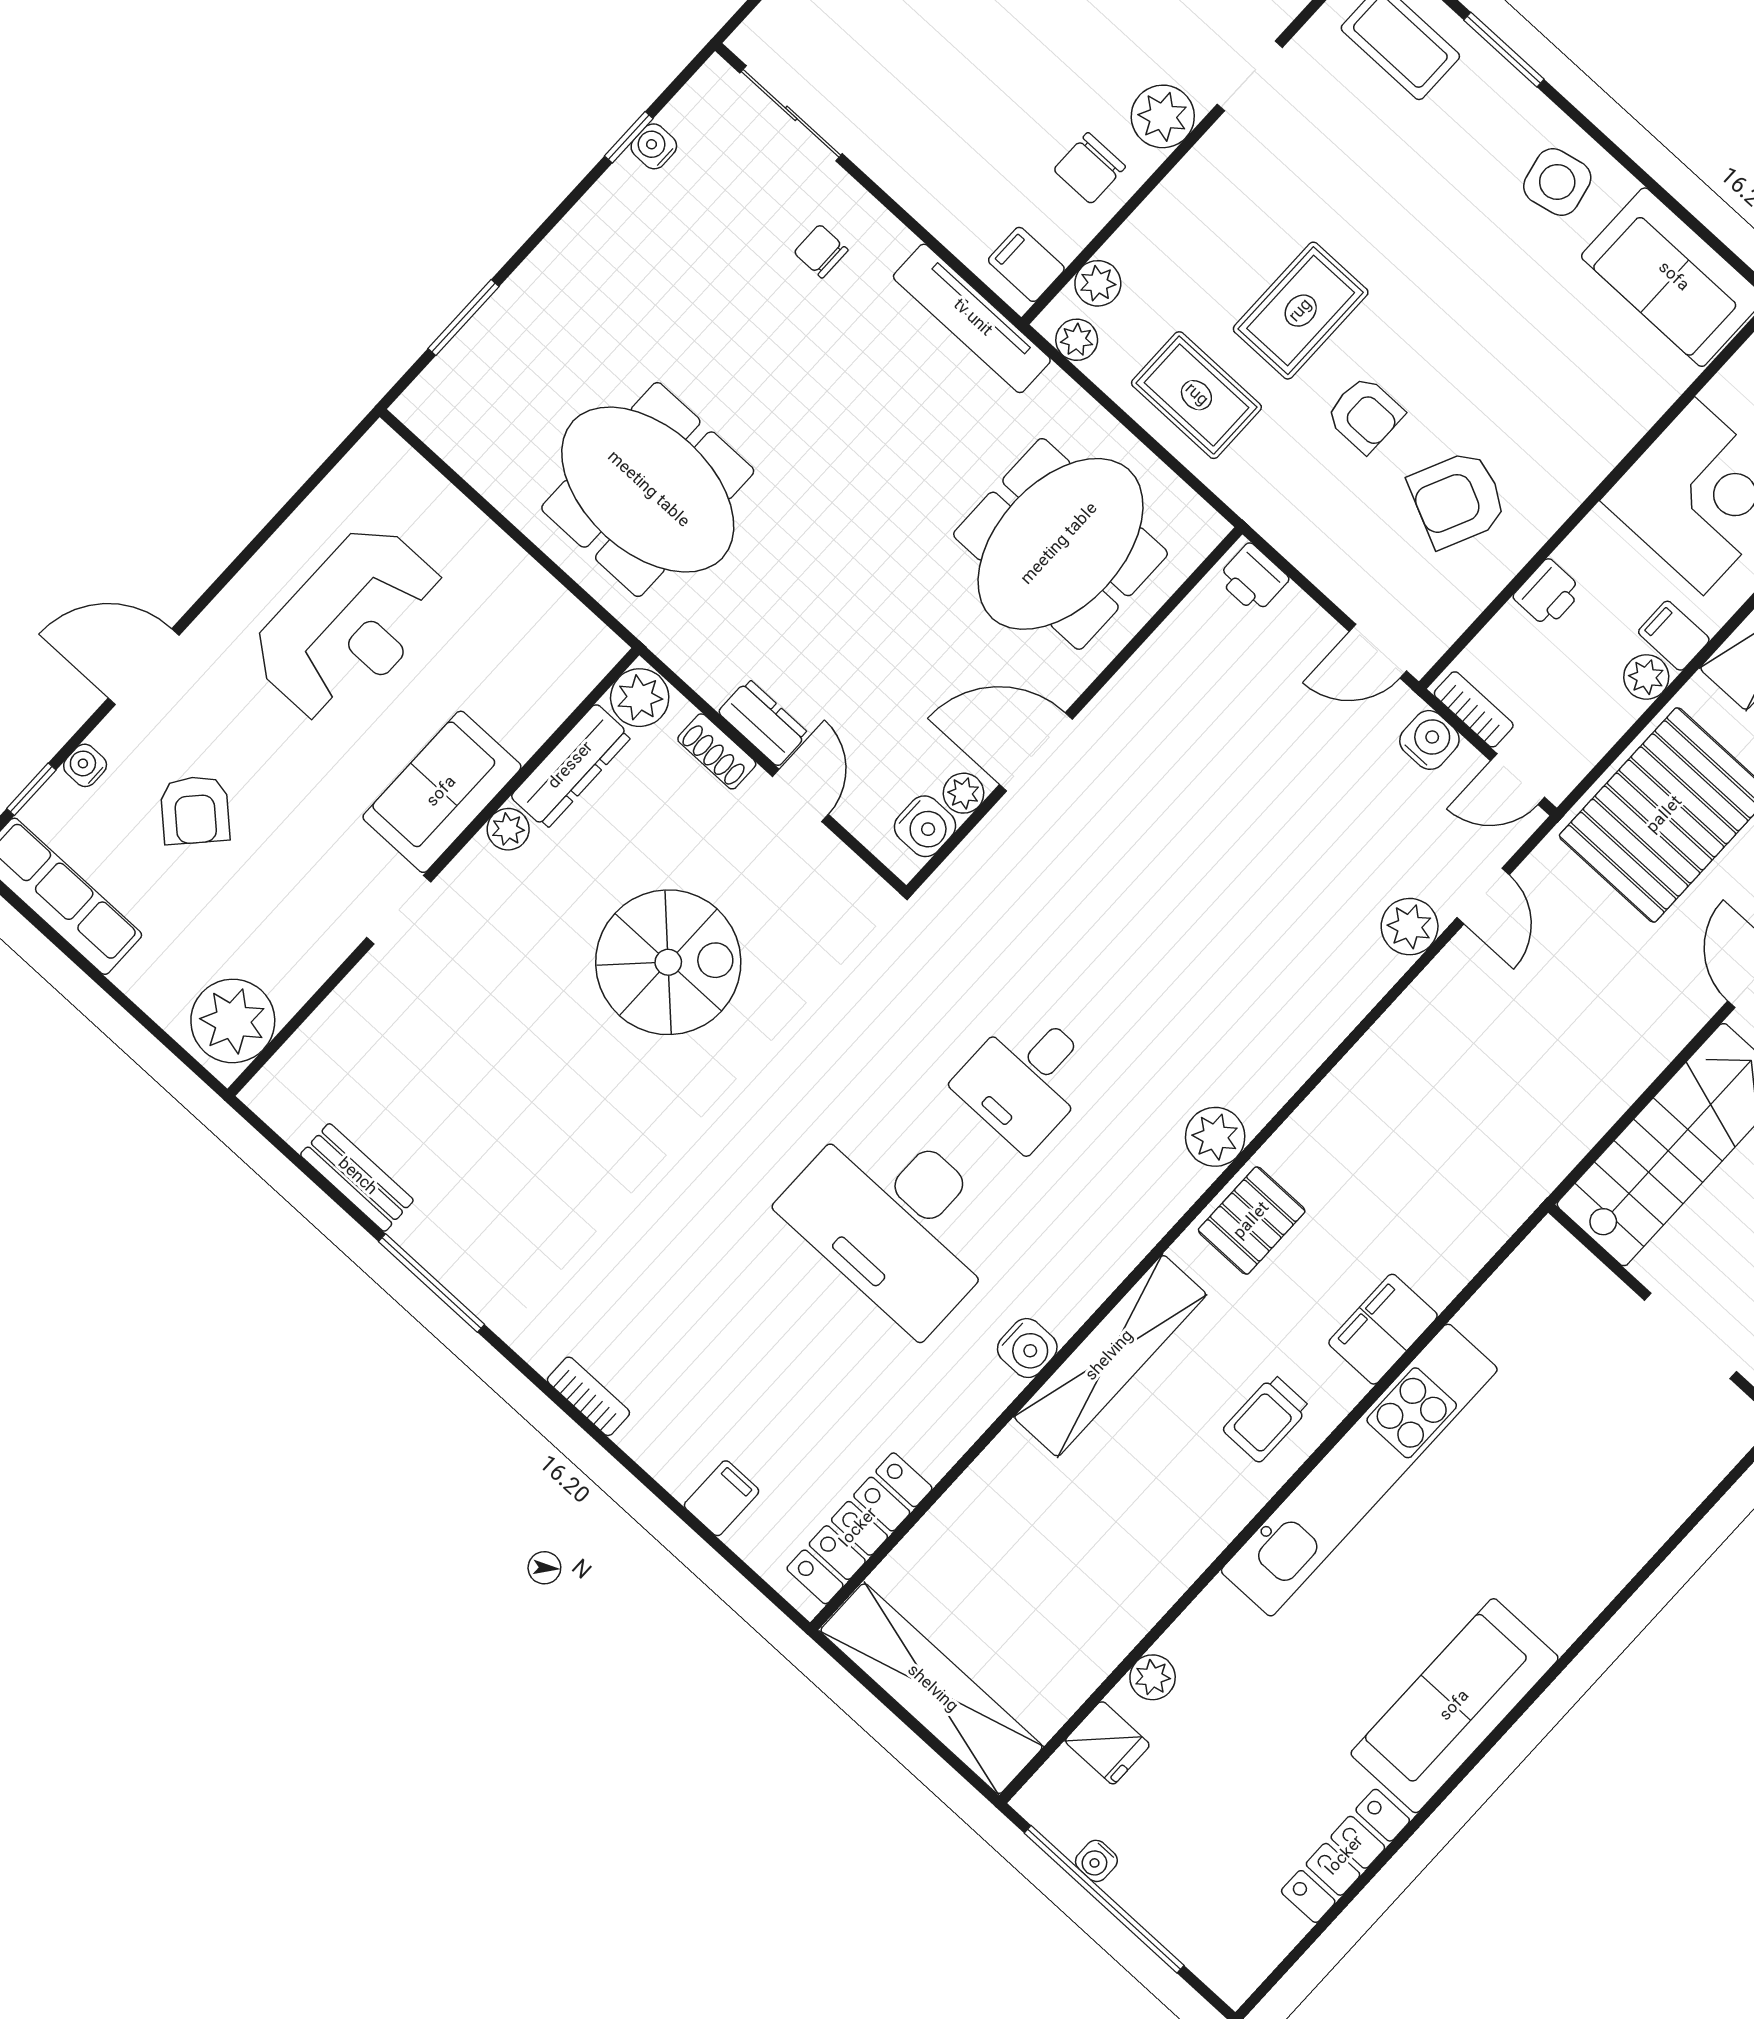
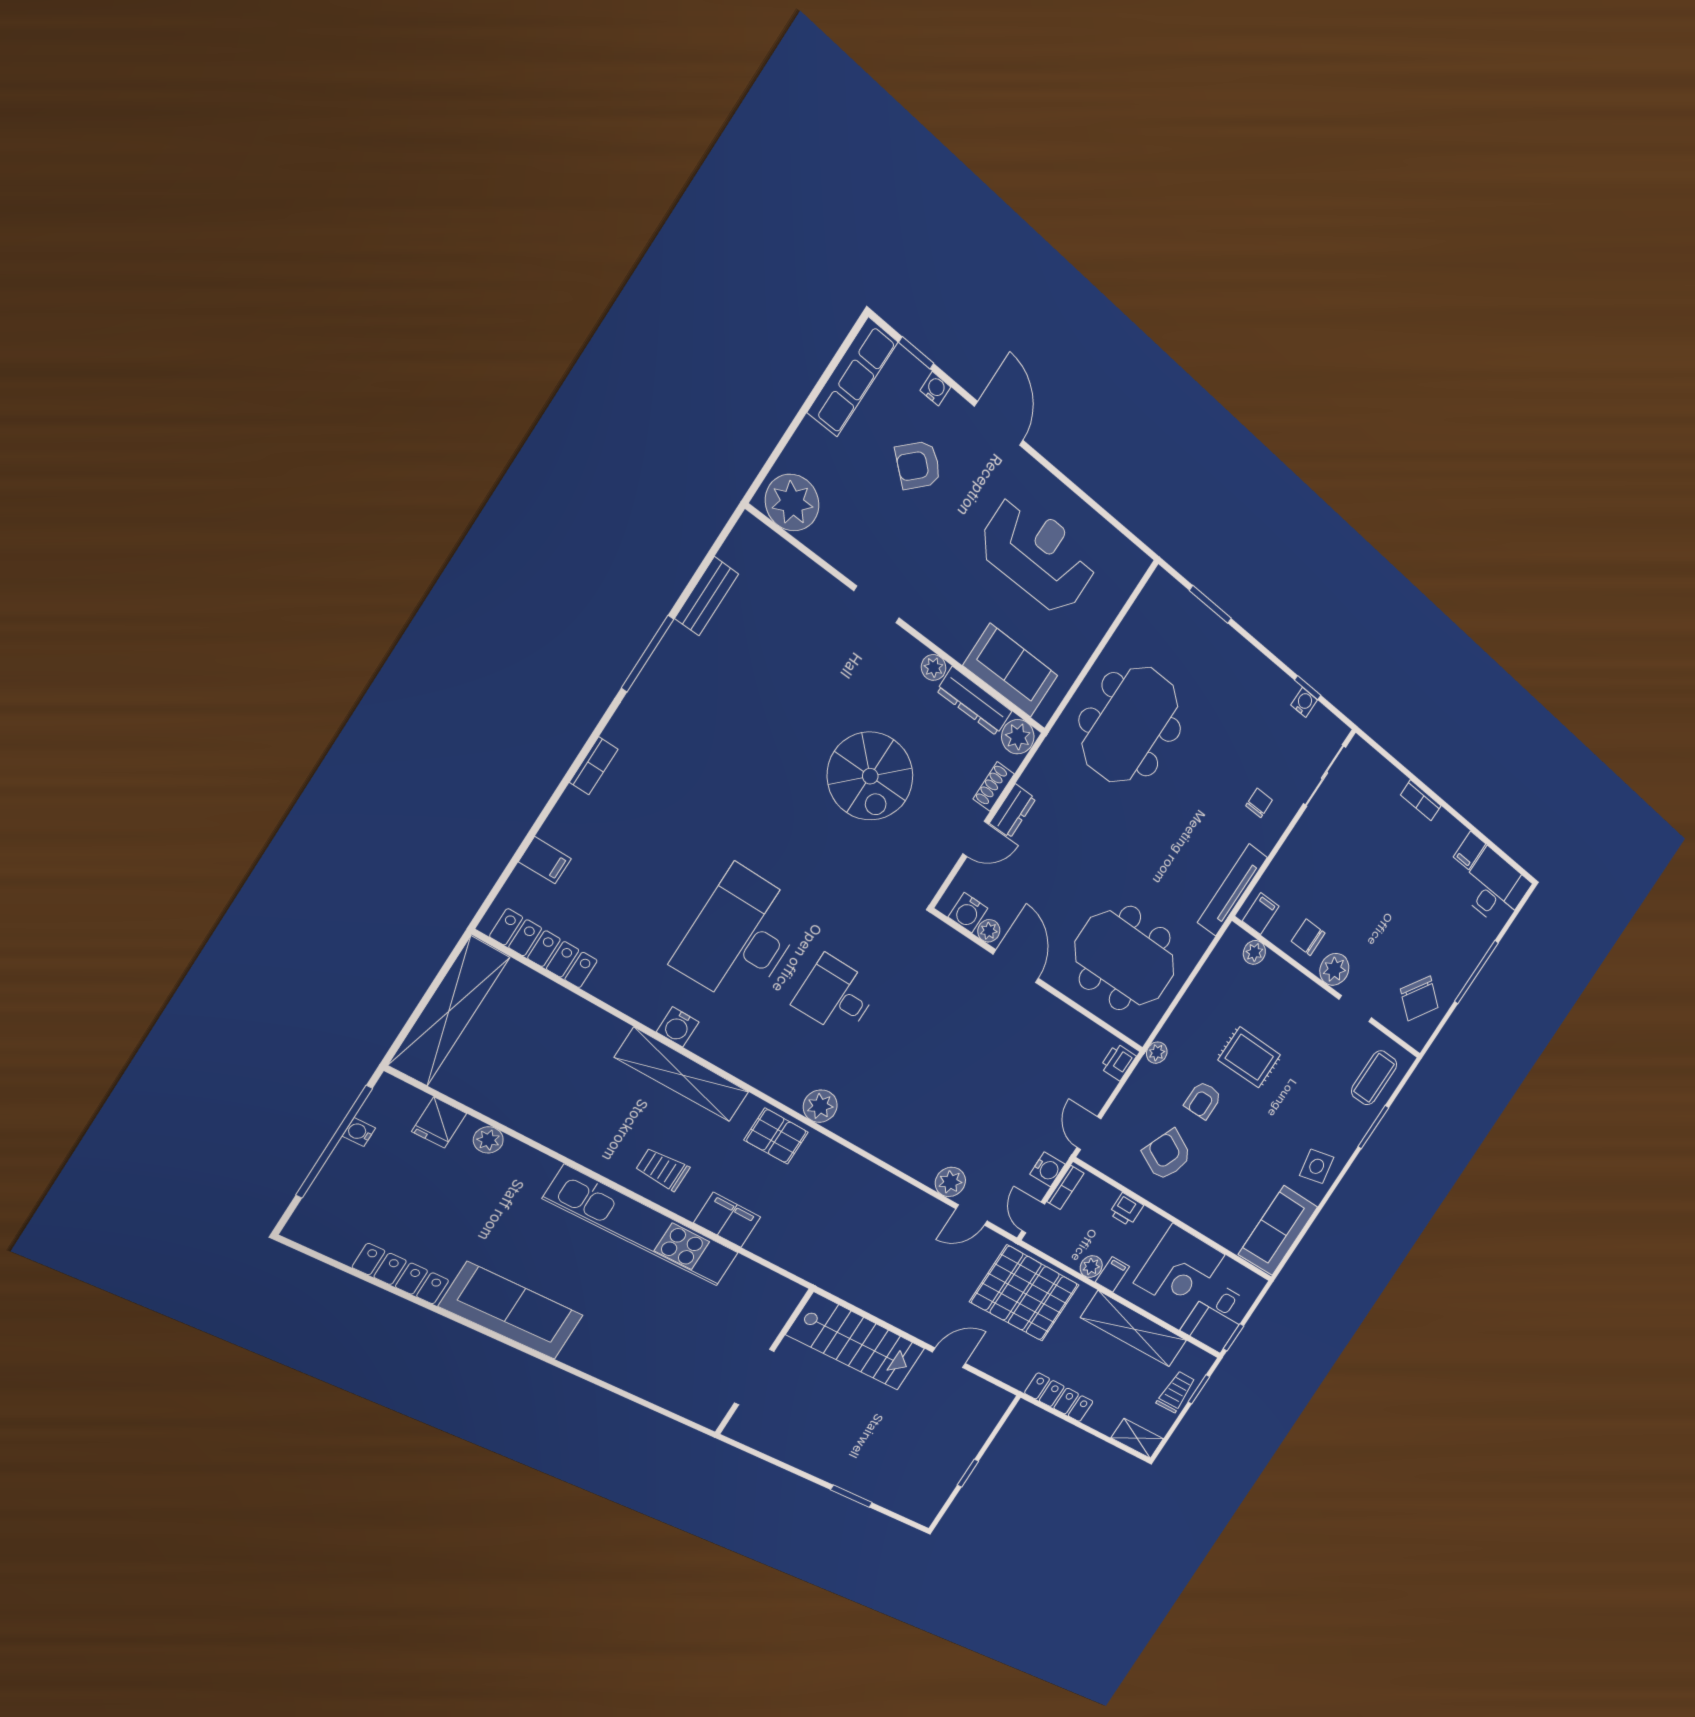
plant: (1077, 340) -> (1157, 1053), moved
rug: (1196, 395) -> (1205, 1014), removed
reception desk: (350, 624) -> (1038, 555), turned 180
sofa: (442, 792) -> (1011, 670), moved

